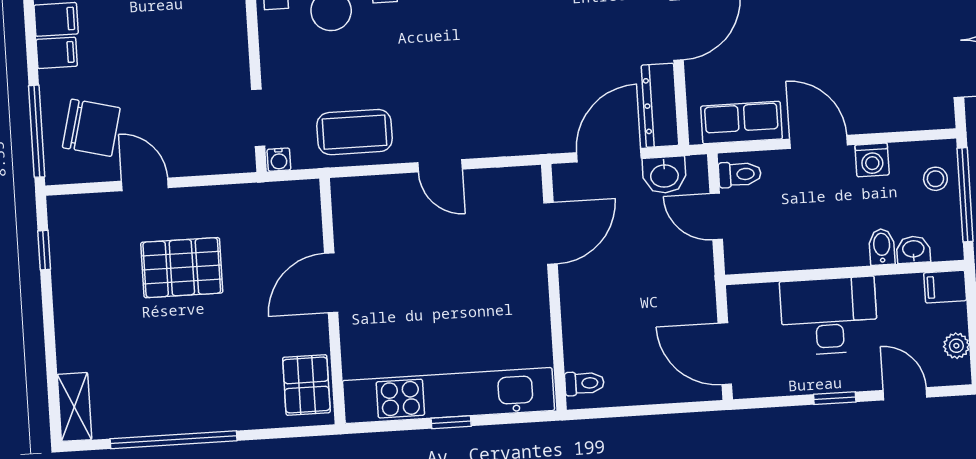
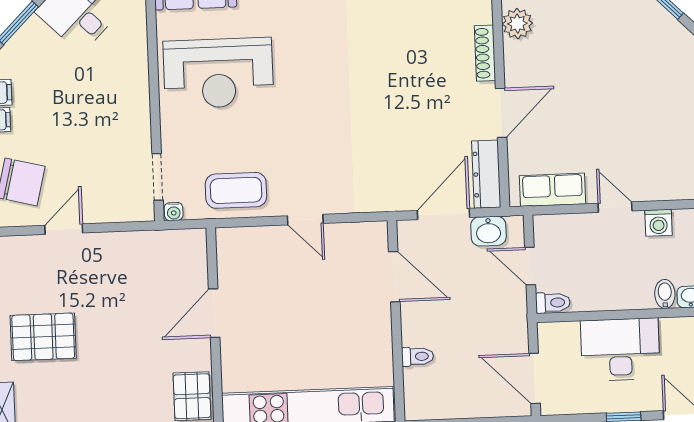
door: (819, 142) -> (615, 207), width x0.73
toilet: (740, 174) -> (553, 303), moved
door: (145, 184) -> (64, 229), hinge flipped
door: (550, 233) -> (394, 277), hinge flipped
pallet: (182, 268) -> (43, 337), moved
toilet: (584, 383) -> (417, 356), moved

